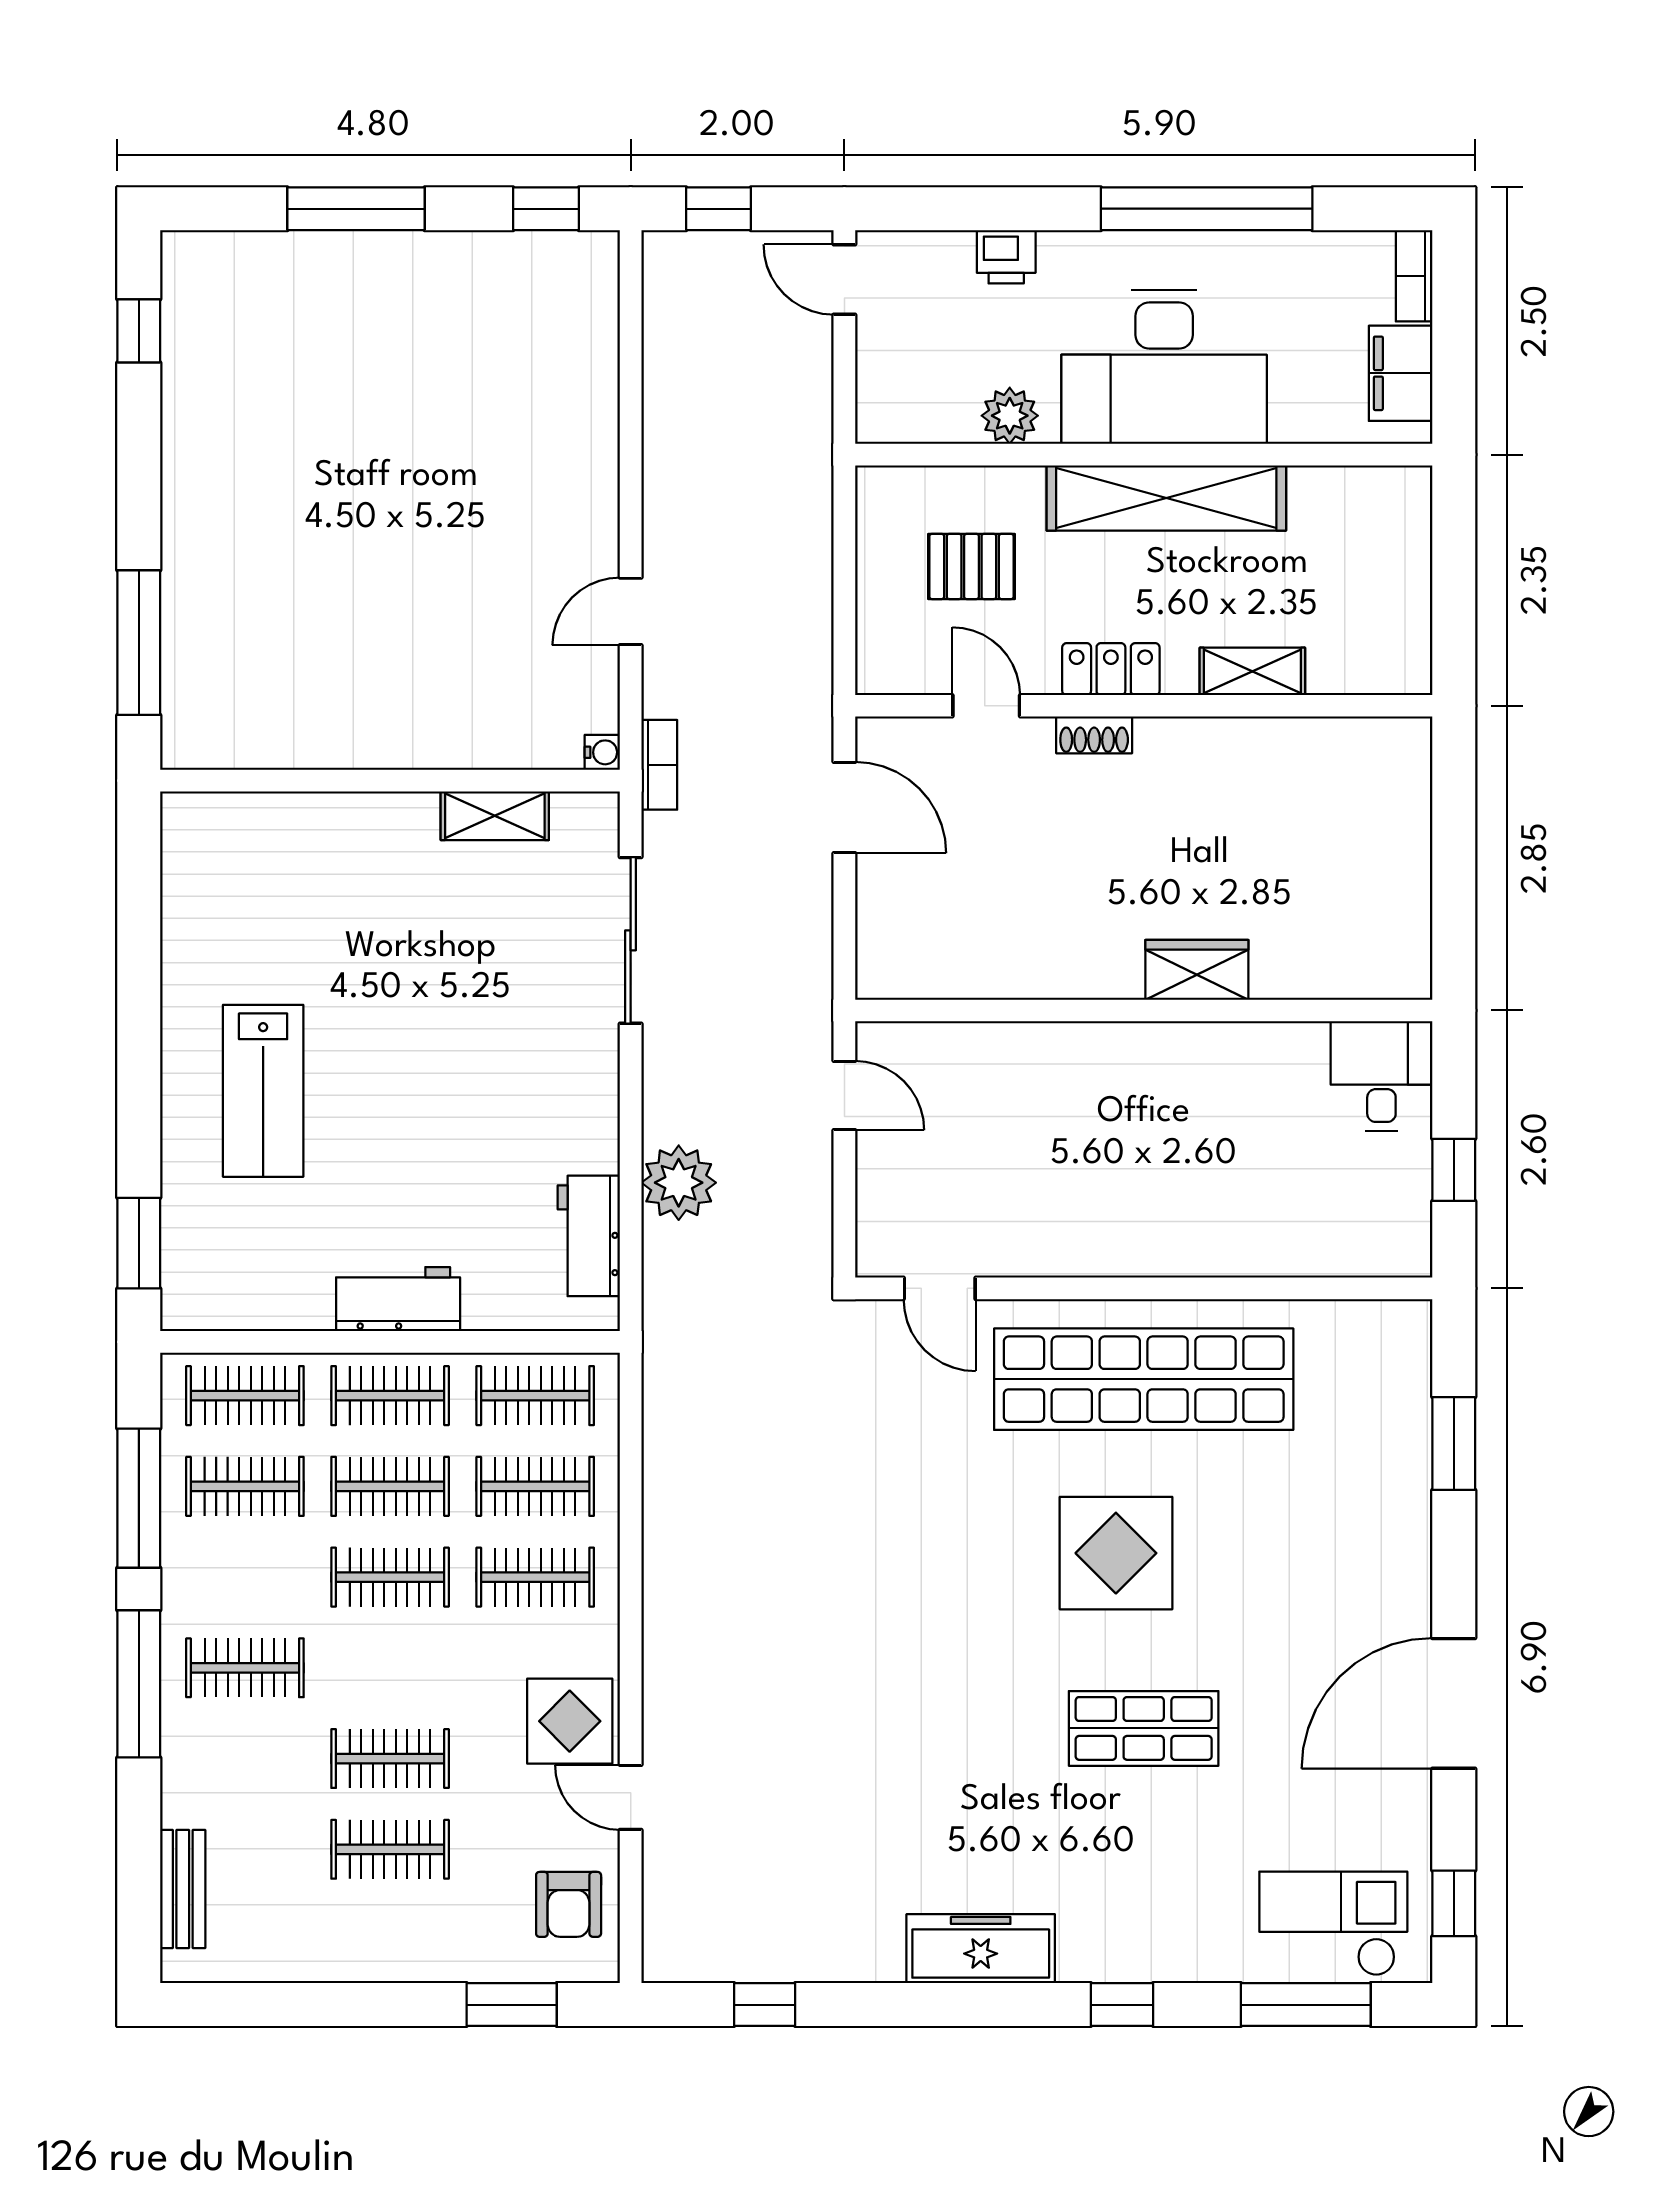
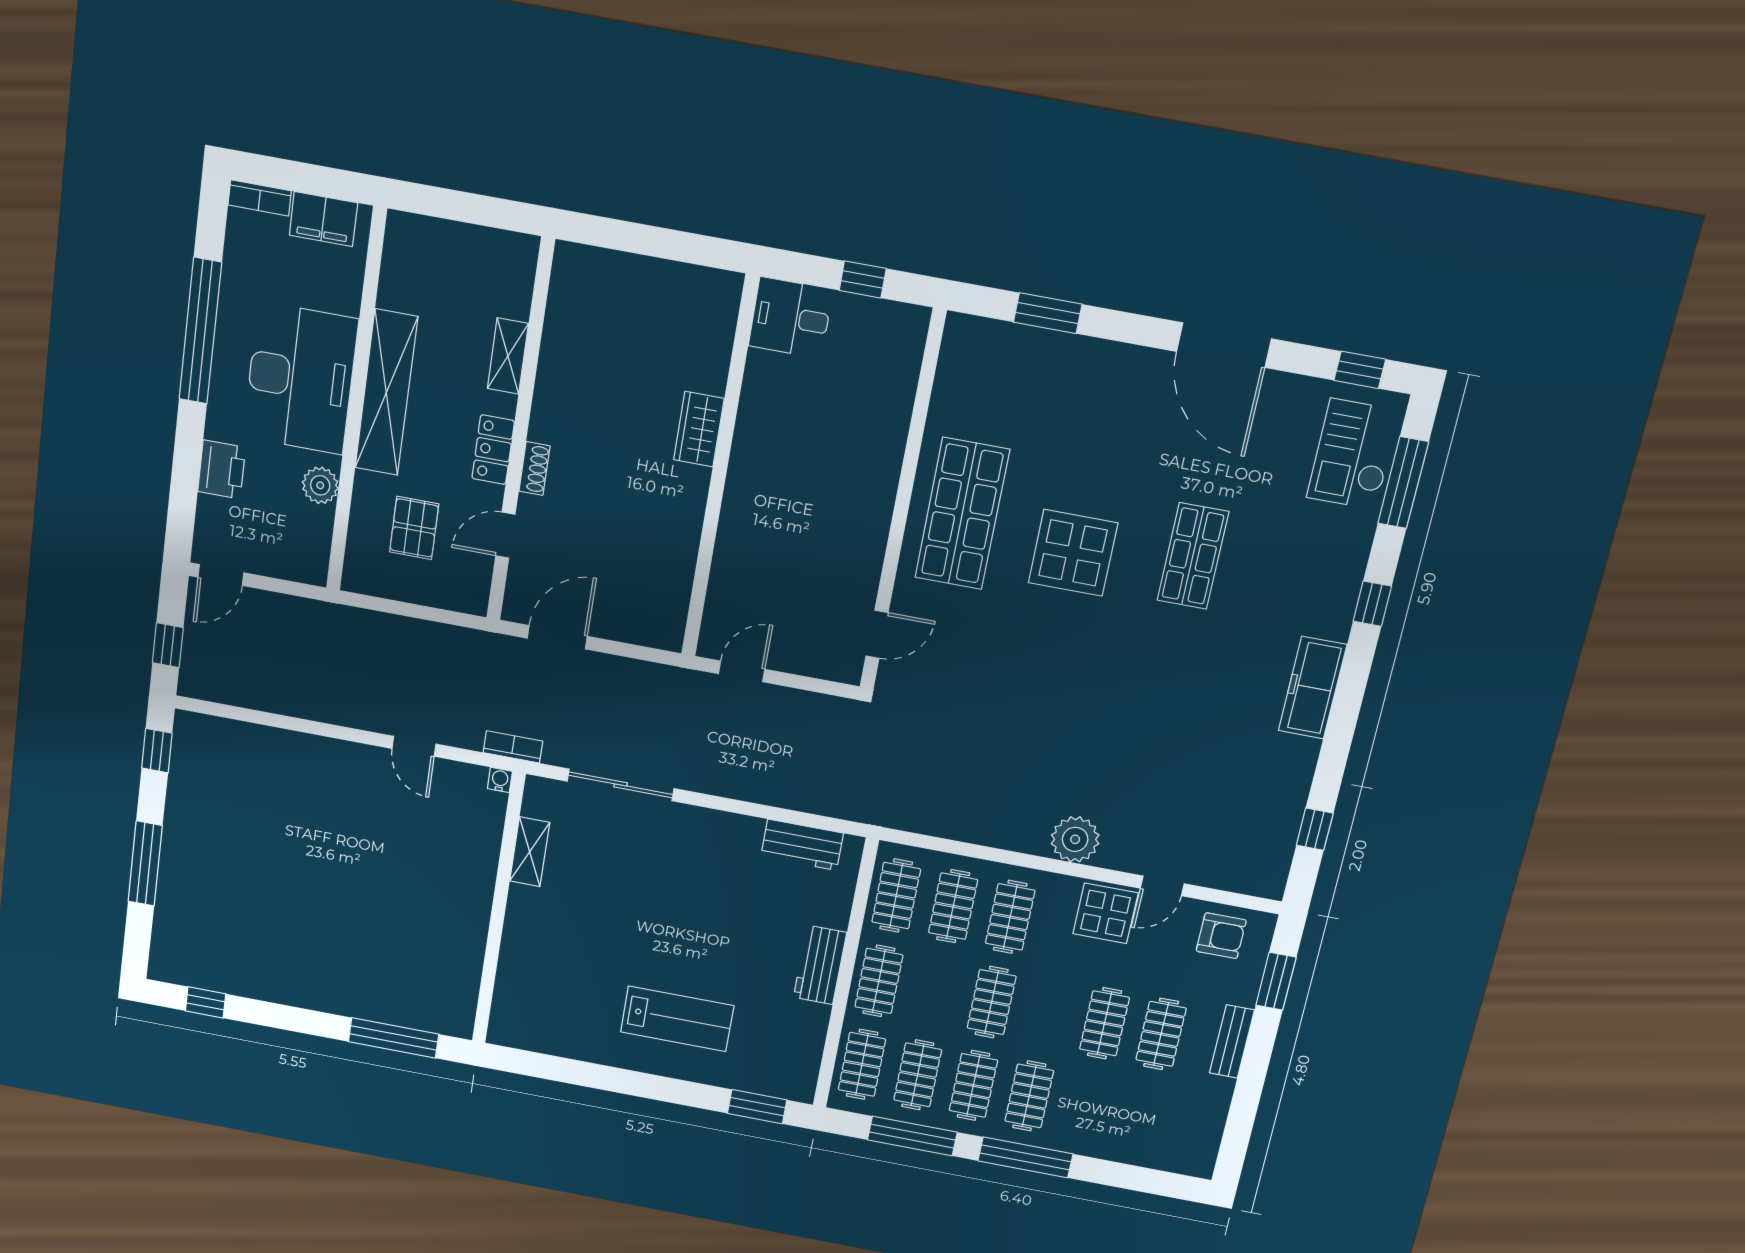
printer: (1006, 257) -> (222, 470), width x1.36, depth x1.24
plant: (679, 1183) -> (1075, 839), moved
shop shelf: (1144, 1379) -> (962, 514), width x0.71
clothes rail: (390, 1486) -> (973, 1085), moved
bench: (183, 1889) -> (1232, 1041), moved, turned 90

